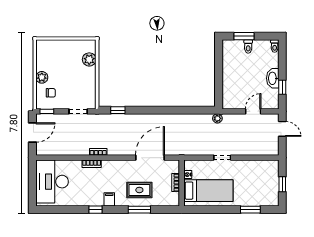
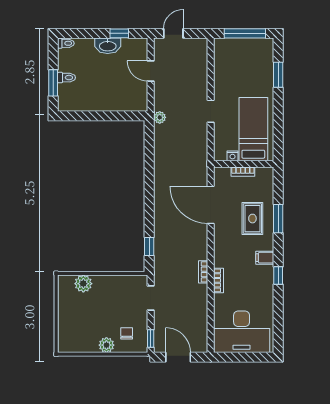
window: (282, 184) -> (245, 33), width x2.17

